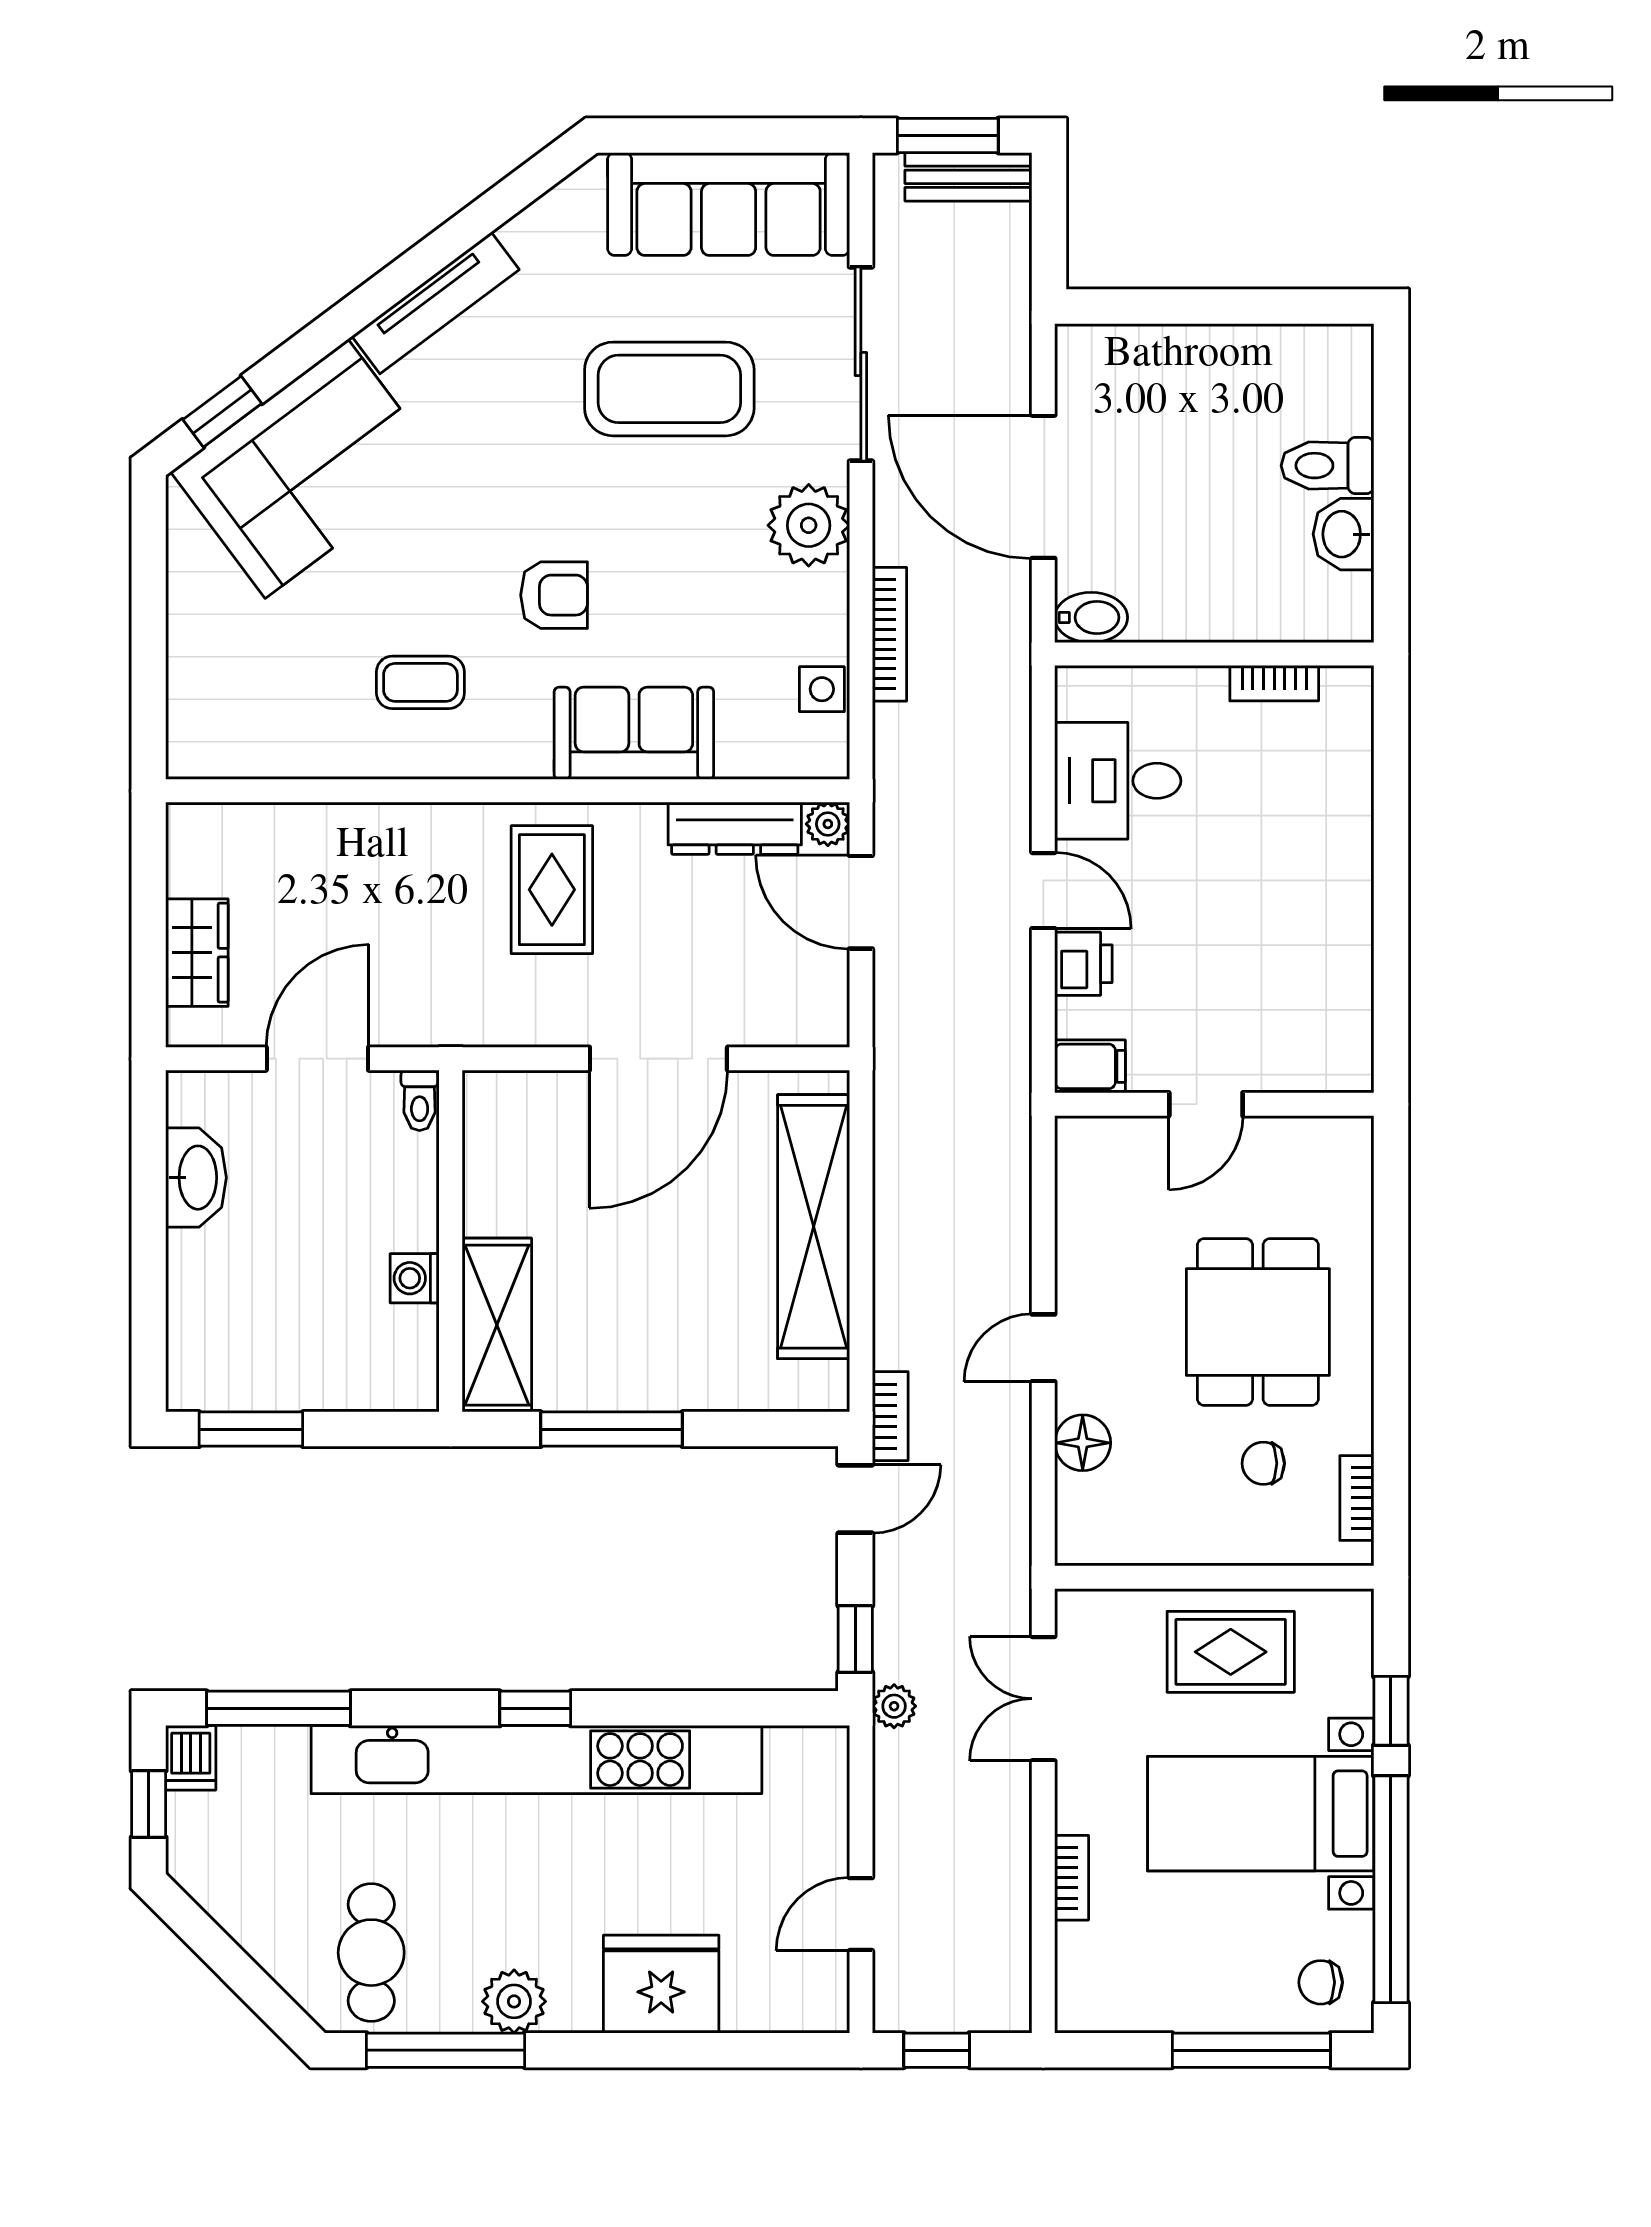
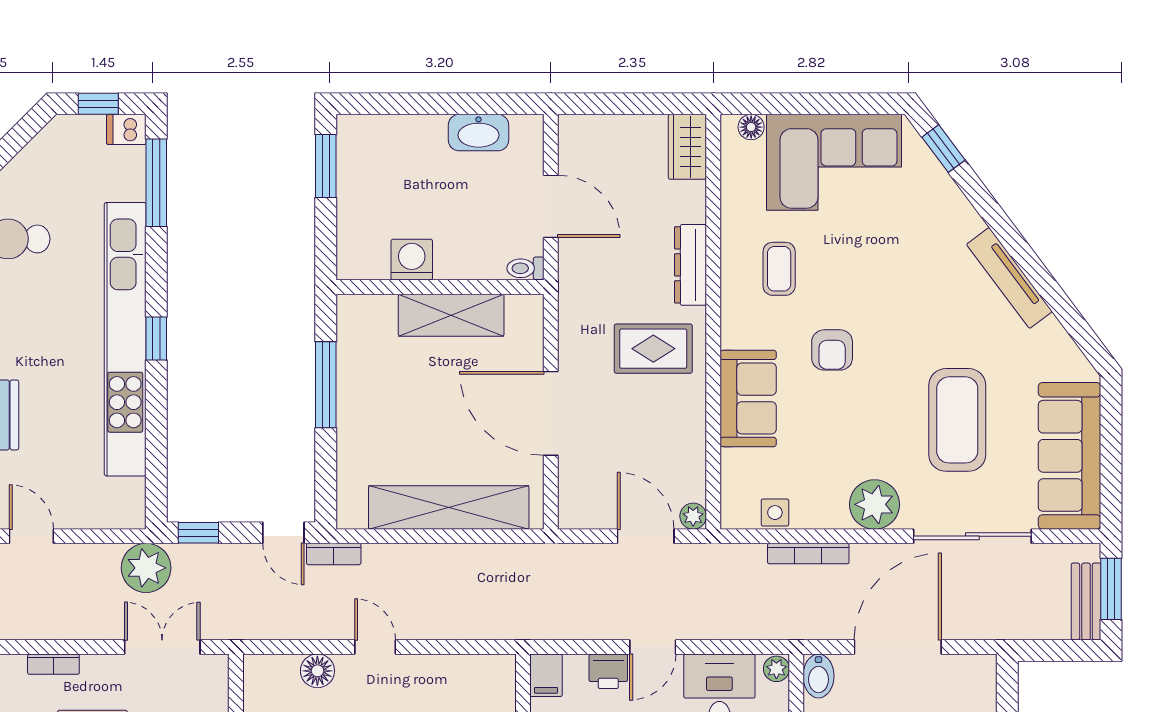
corner sofa: (307, 469) -> (834, 162), moved, turned -53
plant: (1079, 687) -> (776, 669), added
floor lamp: (187, 729) -> (751, 127), added
dresser: (735, 828) -> (691, 265), moved
door: (861, 902) -> (646, 536), hinge flipped
wardrobe: (197, 953) -> (687, 147), moved, turned 90
washing machine: (415, 1278) -> (412, 260), width x1.38, depth x1.38
shelving: (497, 1325) -> (451, 315), moved
plant: (894, 1706) -> (146, 568), width x1.88, depth x1.88

